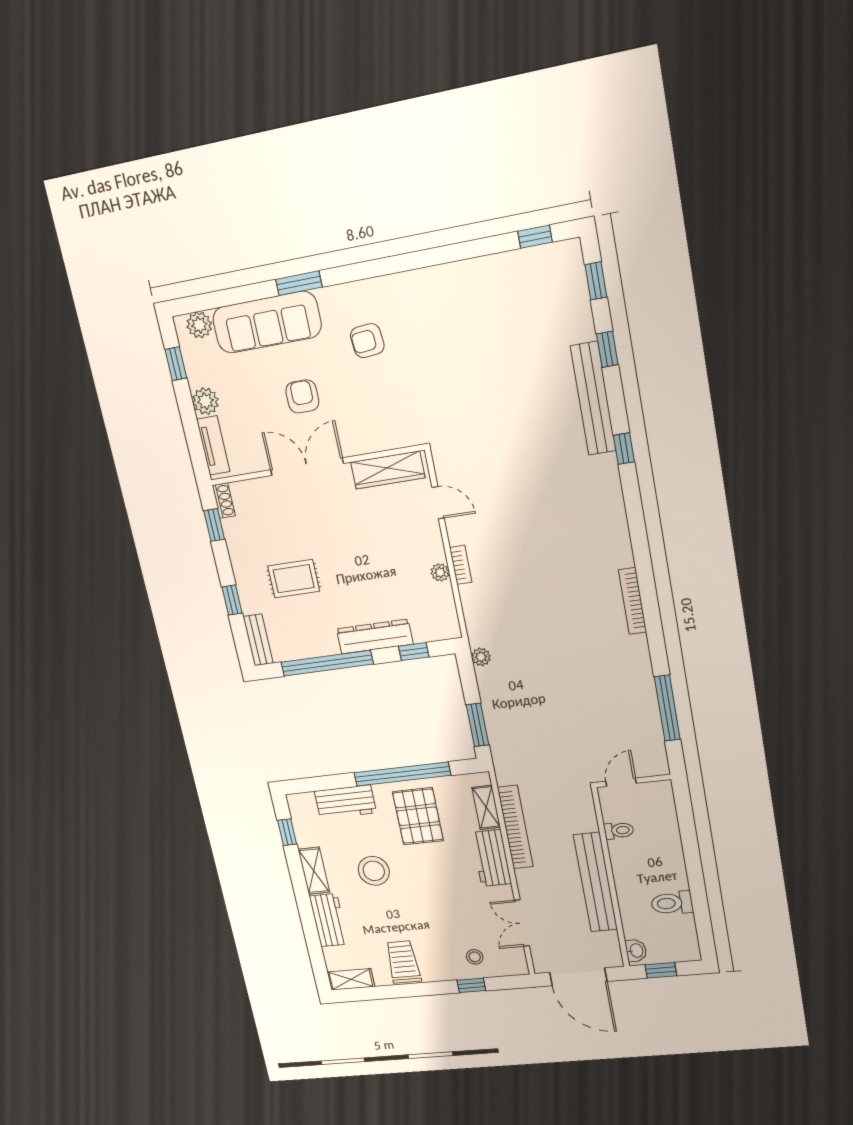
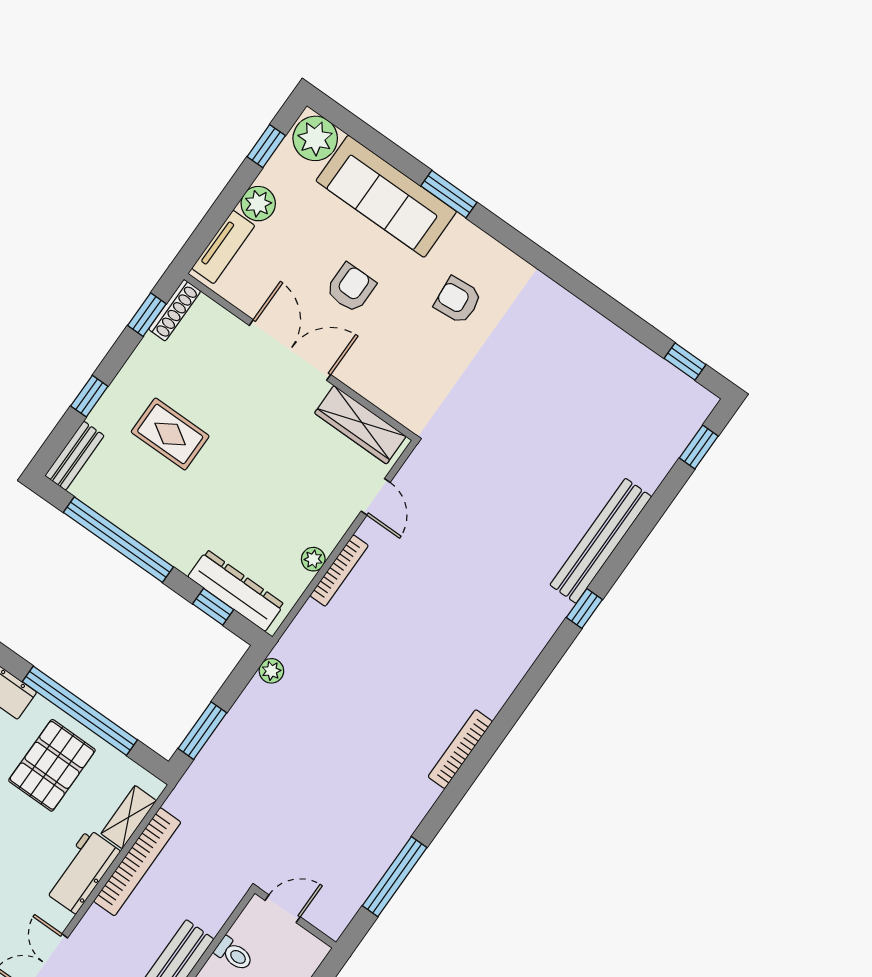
plant: (199, 325) -> (315, 138), width x1.36, depth x1.36
window: (607, 349) -> (653, 512), removed
shoe rack: (224, 500) -> (175, 310), width x1.43
bookcase: (461, 565) -> (339, 571), width x1.56
dresser: (375, 636) -> (236, 591), moved

